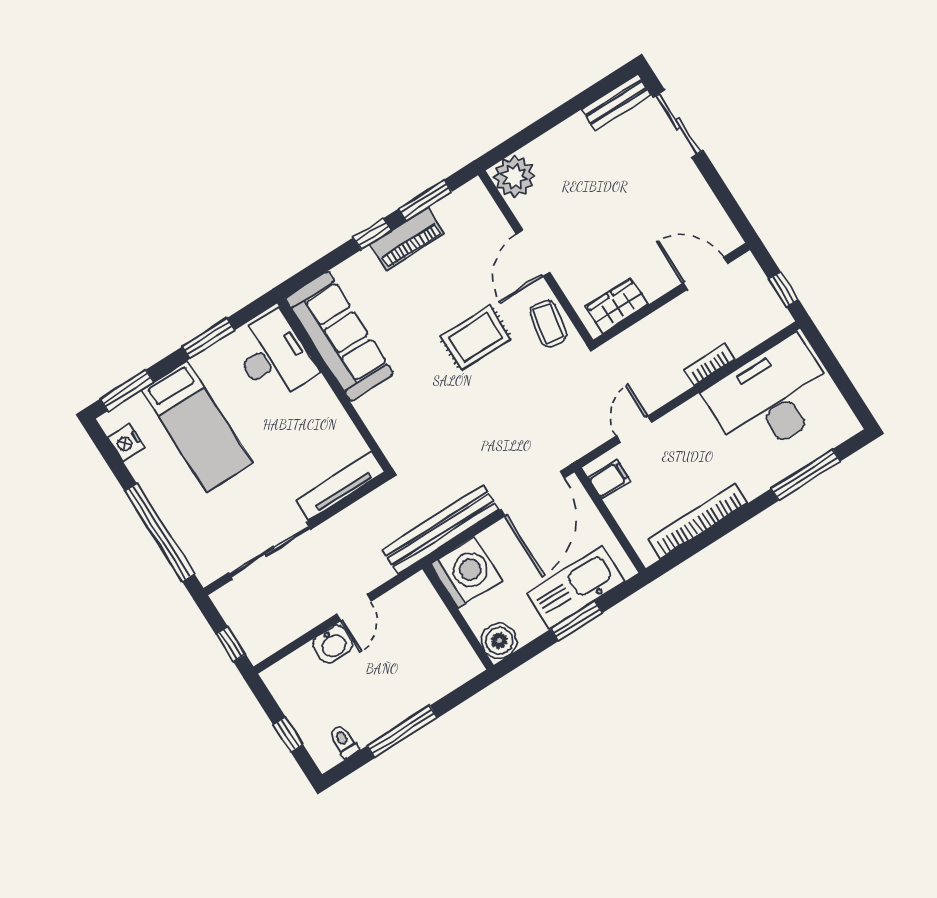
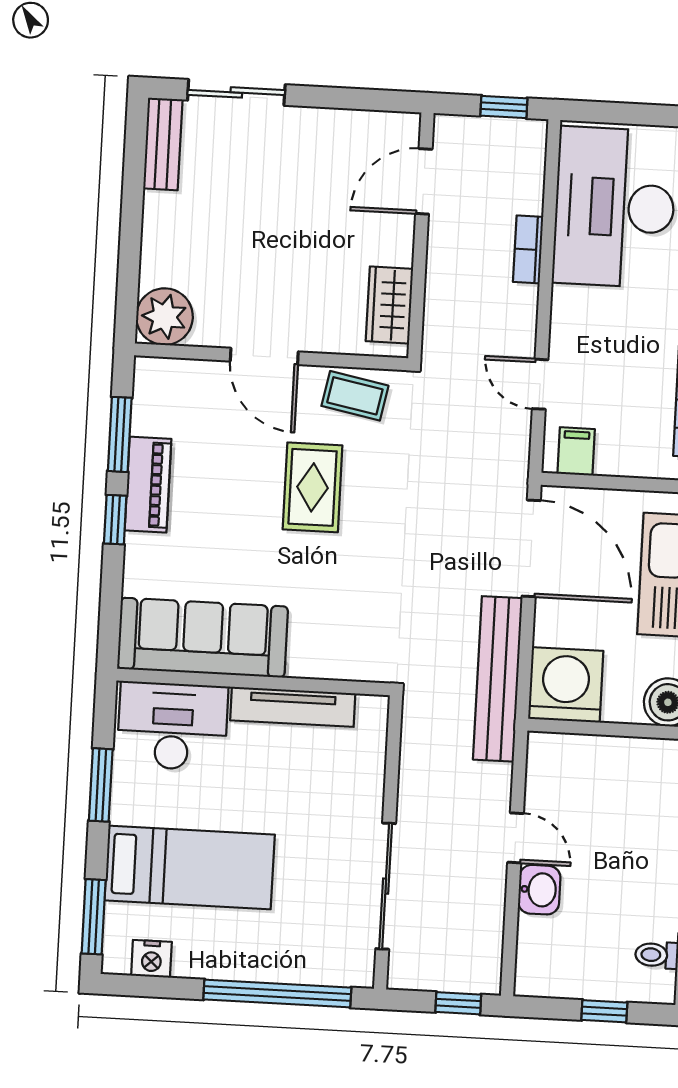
tv unit: (340, 486) -> (293, 707), moved, turned -90

